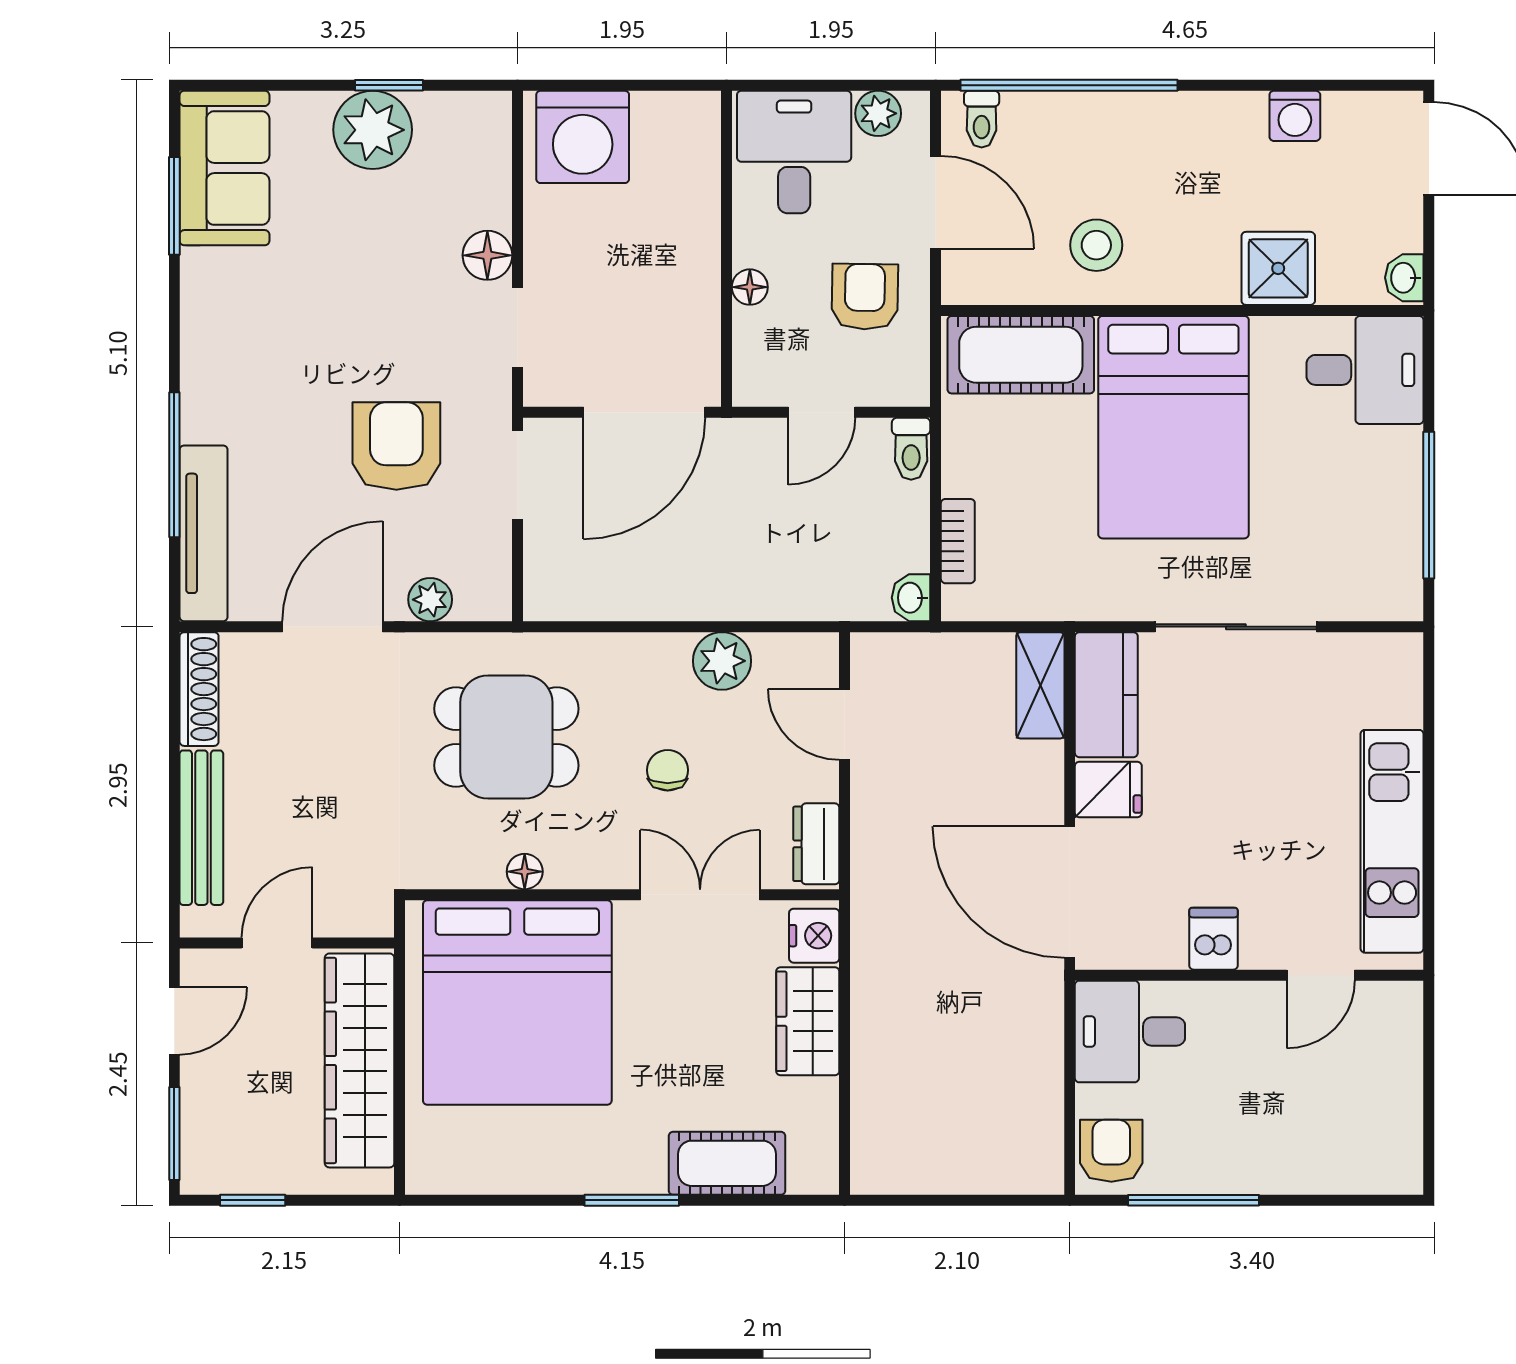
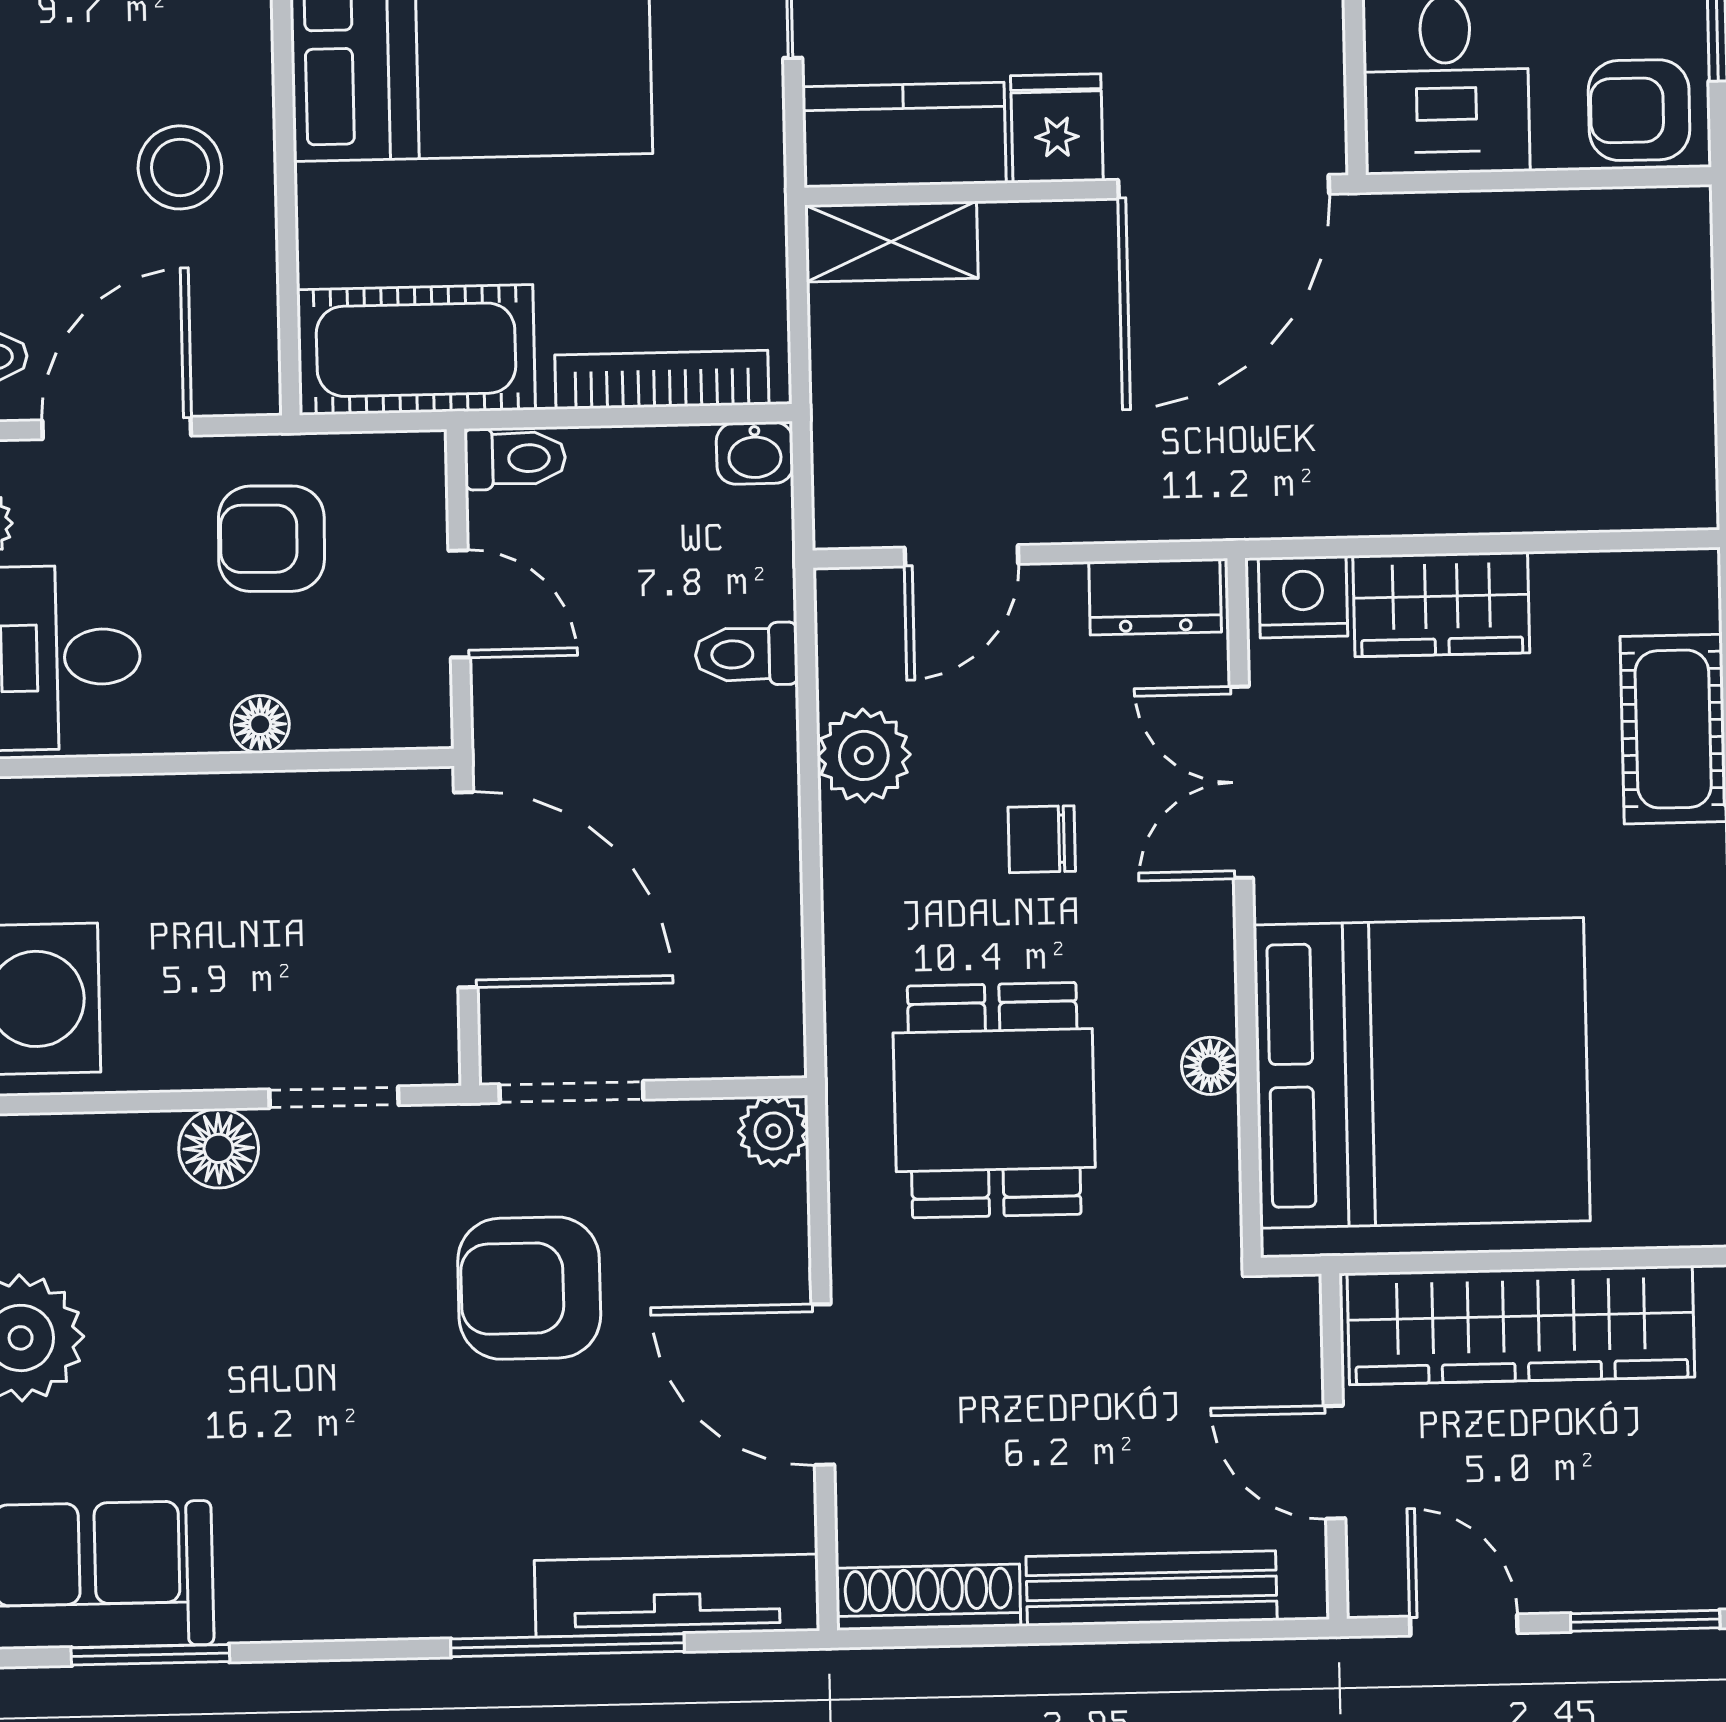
cot: (1021, 355) -> (416, 350), moved, turned 90
bookcase: (958, 541) -> (662, 380), width x1.56
toilet: (786, 590) -> (747, 654), added
plant: (430, 600) -> (773, 1131), moved

